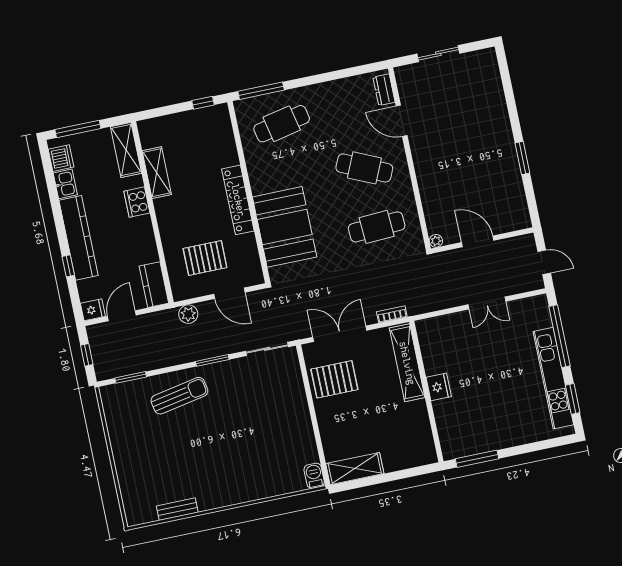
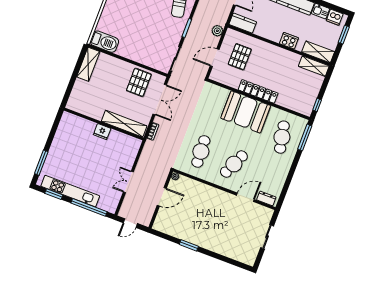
window: (78, 129) -> (344, 35), width x0.69
shelving: (157, 173) -> (314, 66), moved
booth: (285, 227) -> (246, 112), moved
window: (477, 459) -> (41, 163), moved
barbecue: (314, 476) -> (104, 42), width x1.88, depth x1.53

